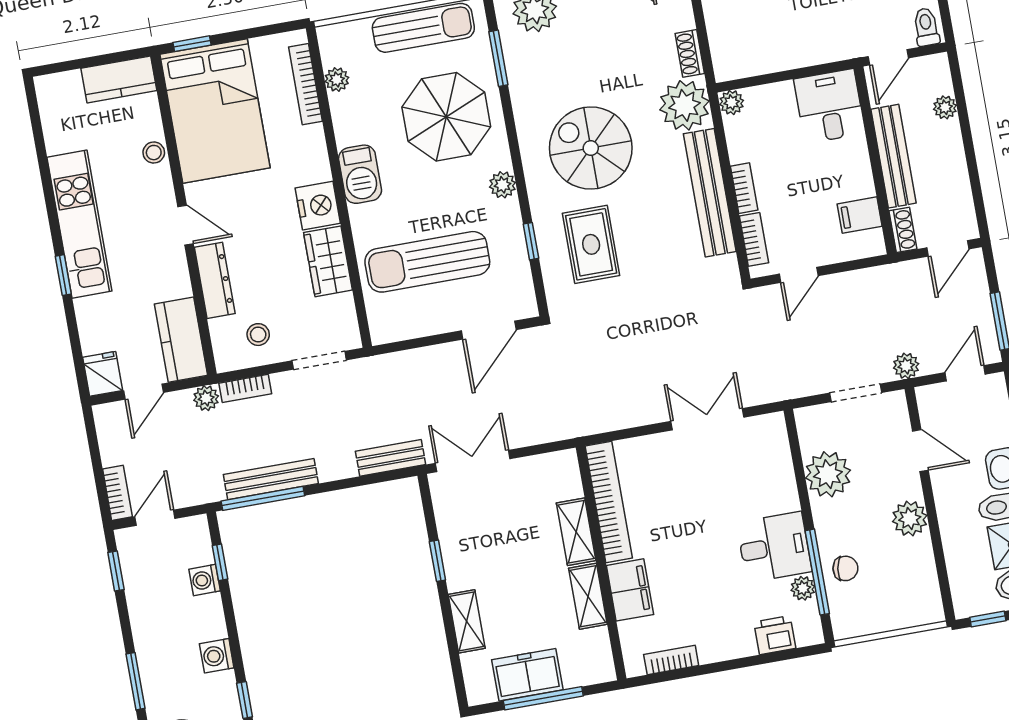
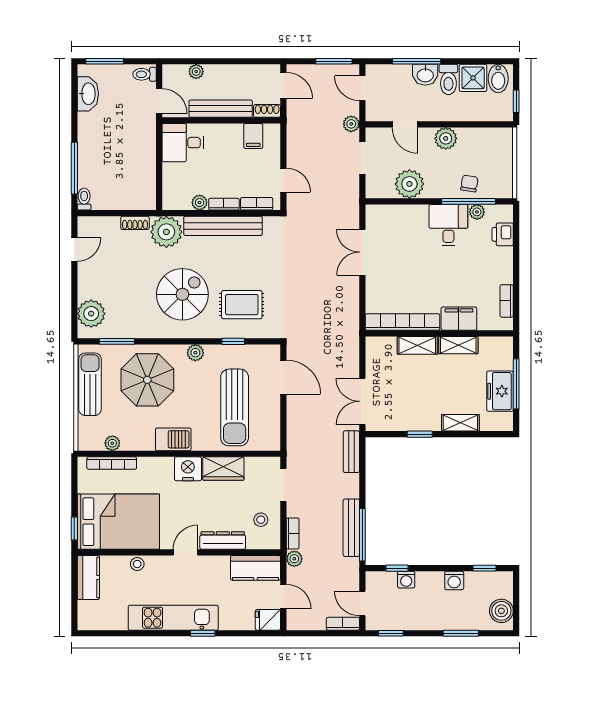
plant: (732, 102) -> (200, 202), moved
spiral stairs: (591, 148) -> (182, 294), turned 180
door: (920, 451) -> (405, 124), swing flipped

